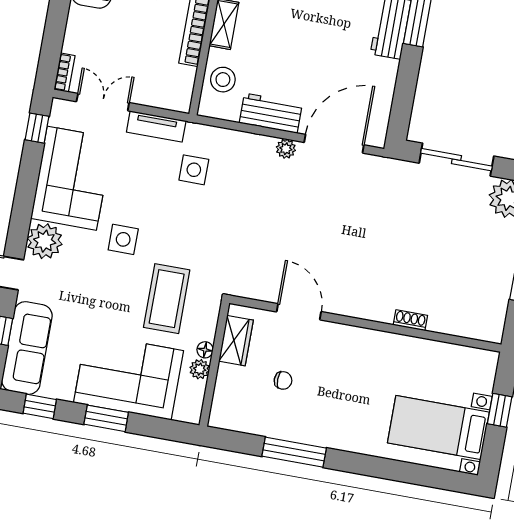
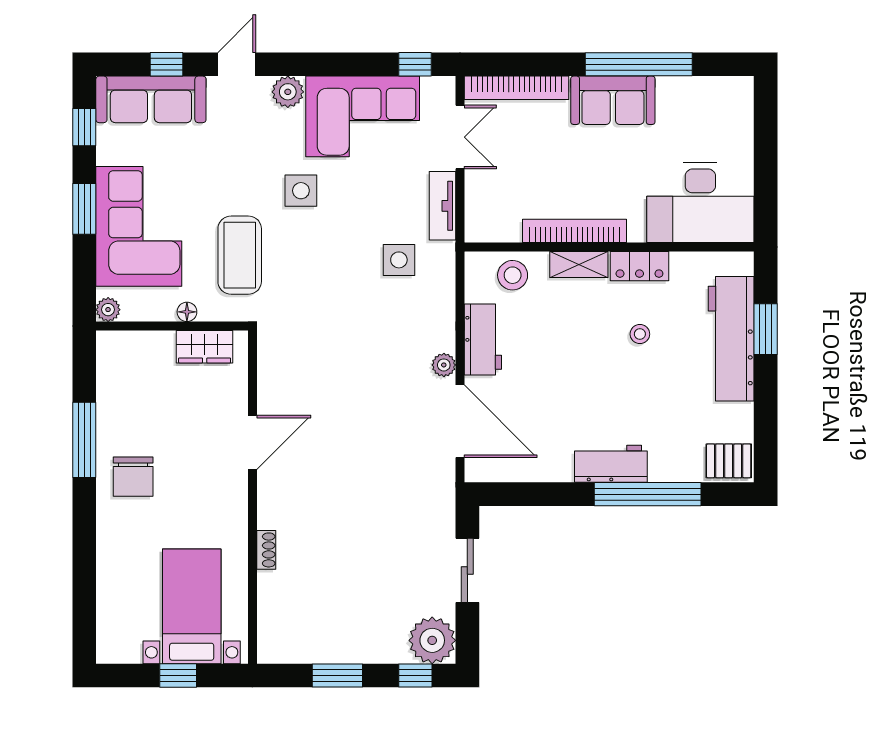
bookcase: (64, 73) -> (516, 88), width x2.31, depth x1.31
sliding door: (456, 160) -> (467, 570), width x0.73
plant: (45, 241) -> (288, 92), width x0.73, depth x0.73
coffee table: (167, 299) -> (240, 255), turned 90
door: (299, 312) -> (252, 442), moved
plant: (200, 369) -> (108, 310), moved
chair: (283, 380) -> (133, 477), moved, width x1.87, depth x1.87
bed with nightstands: (438, 428) -> (192, 606), moved

